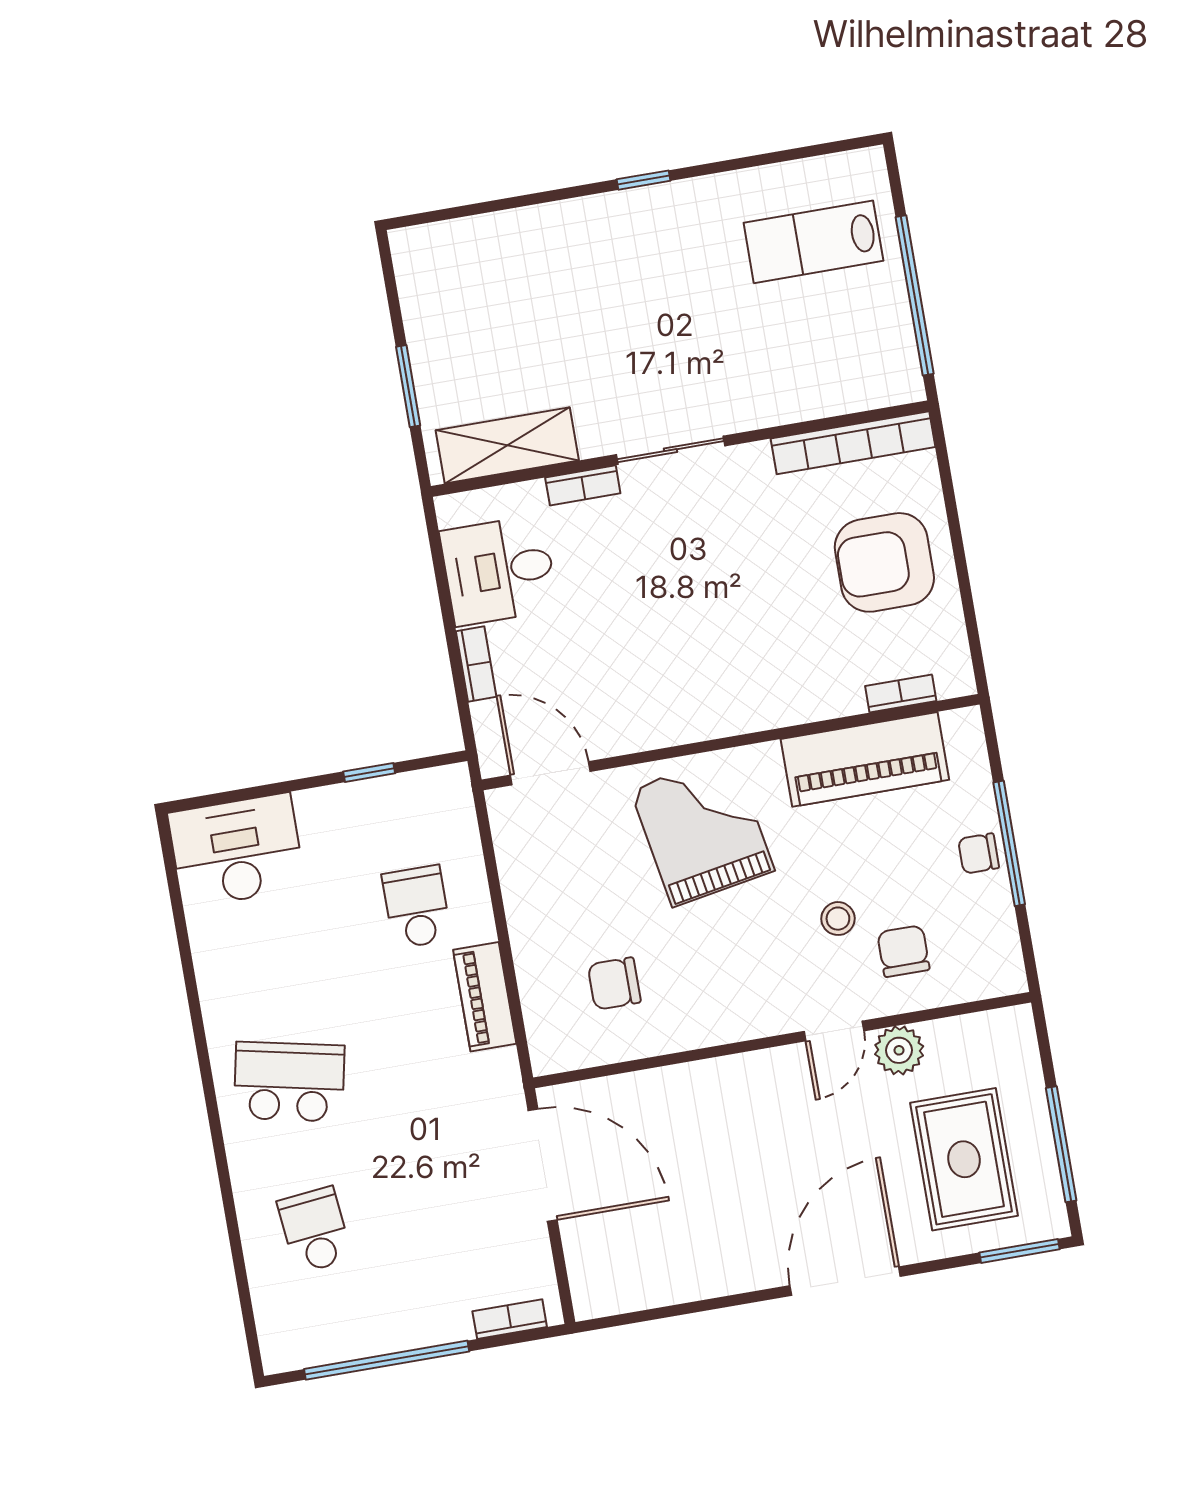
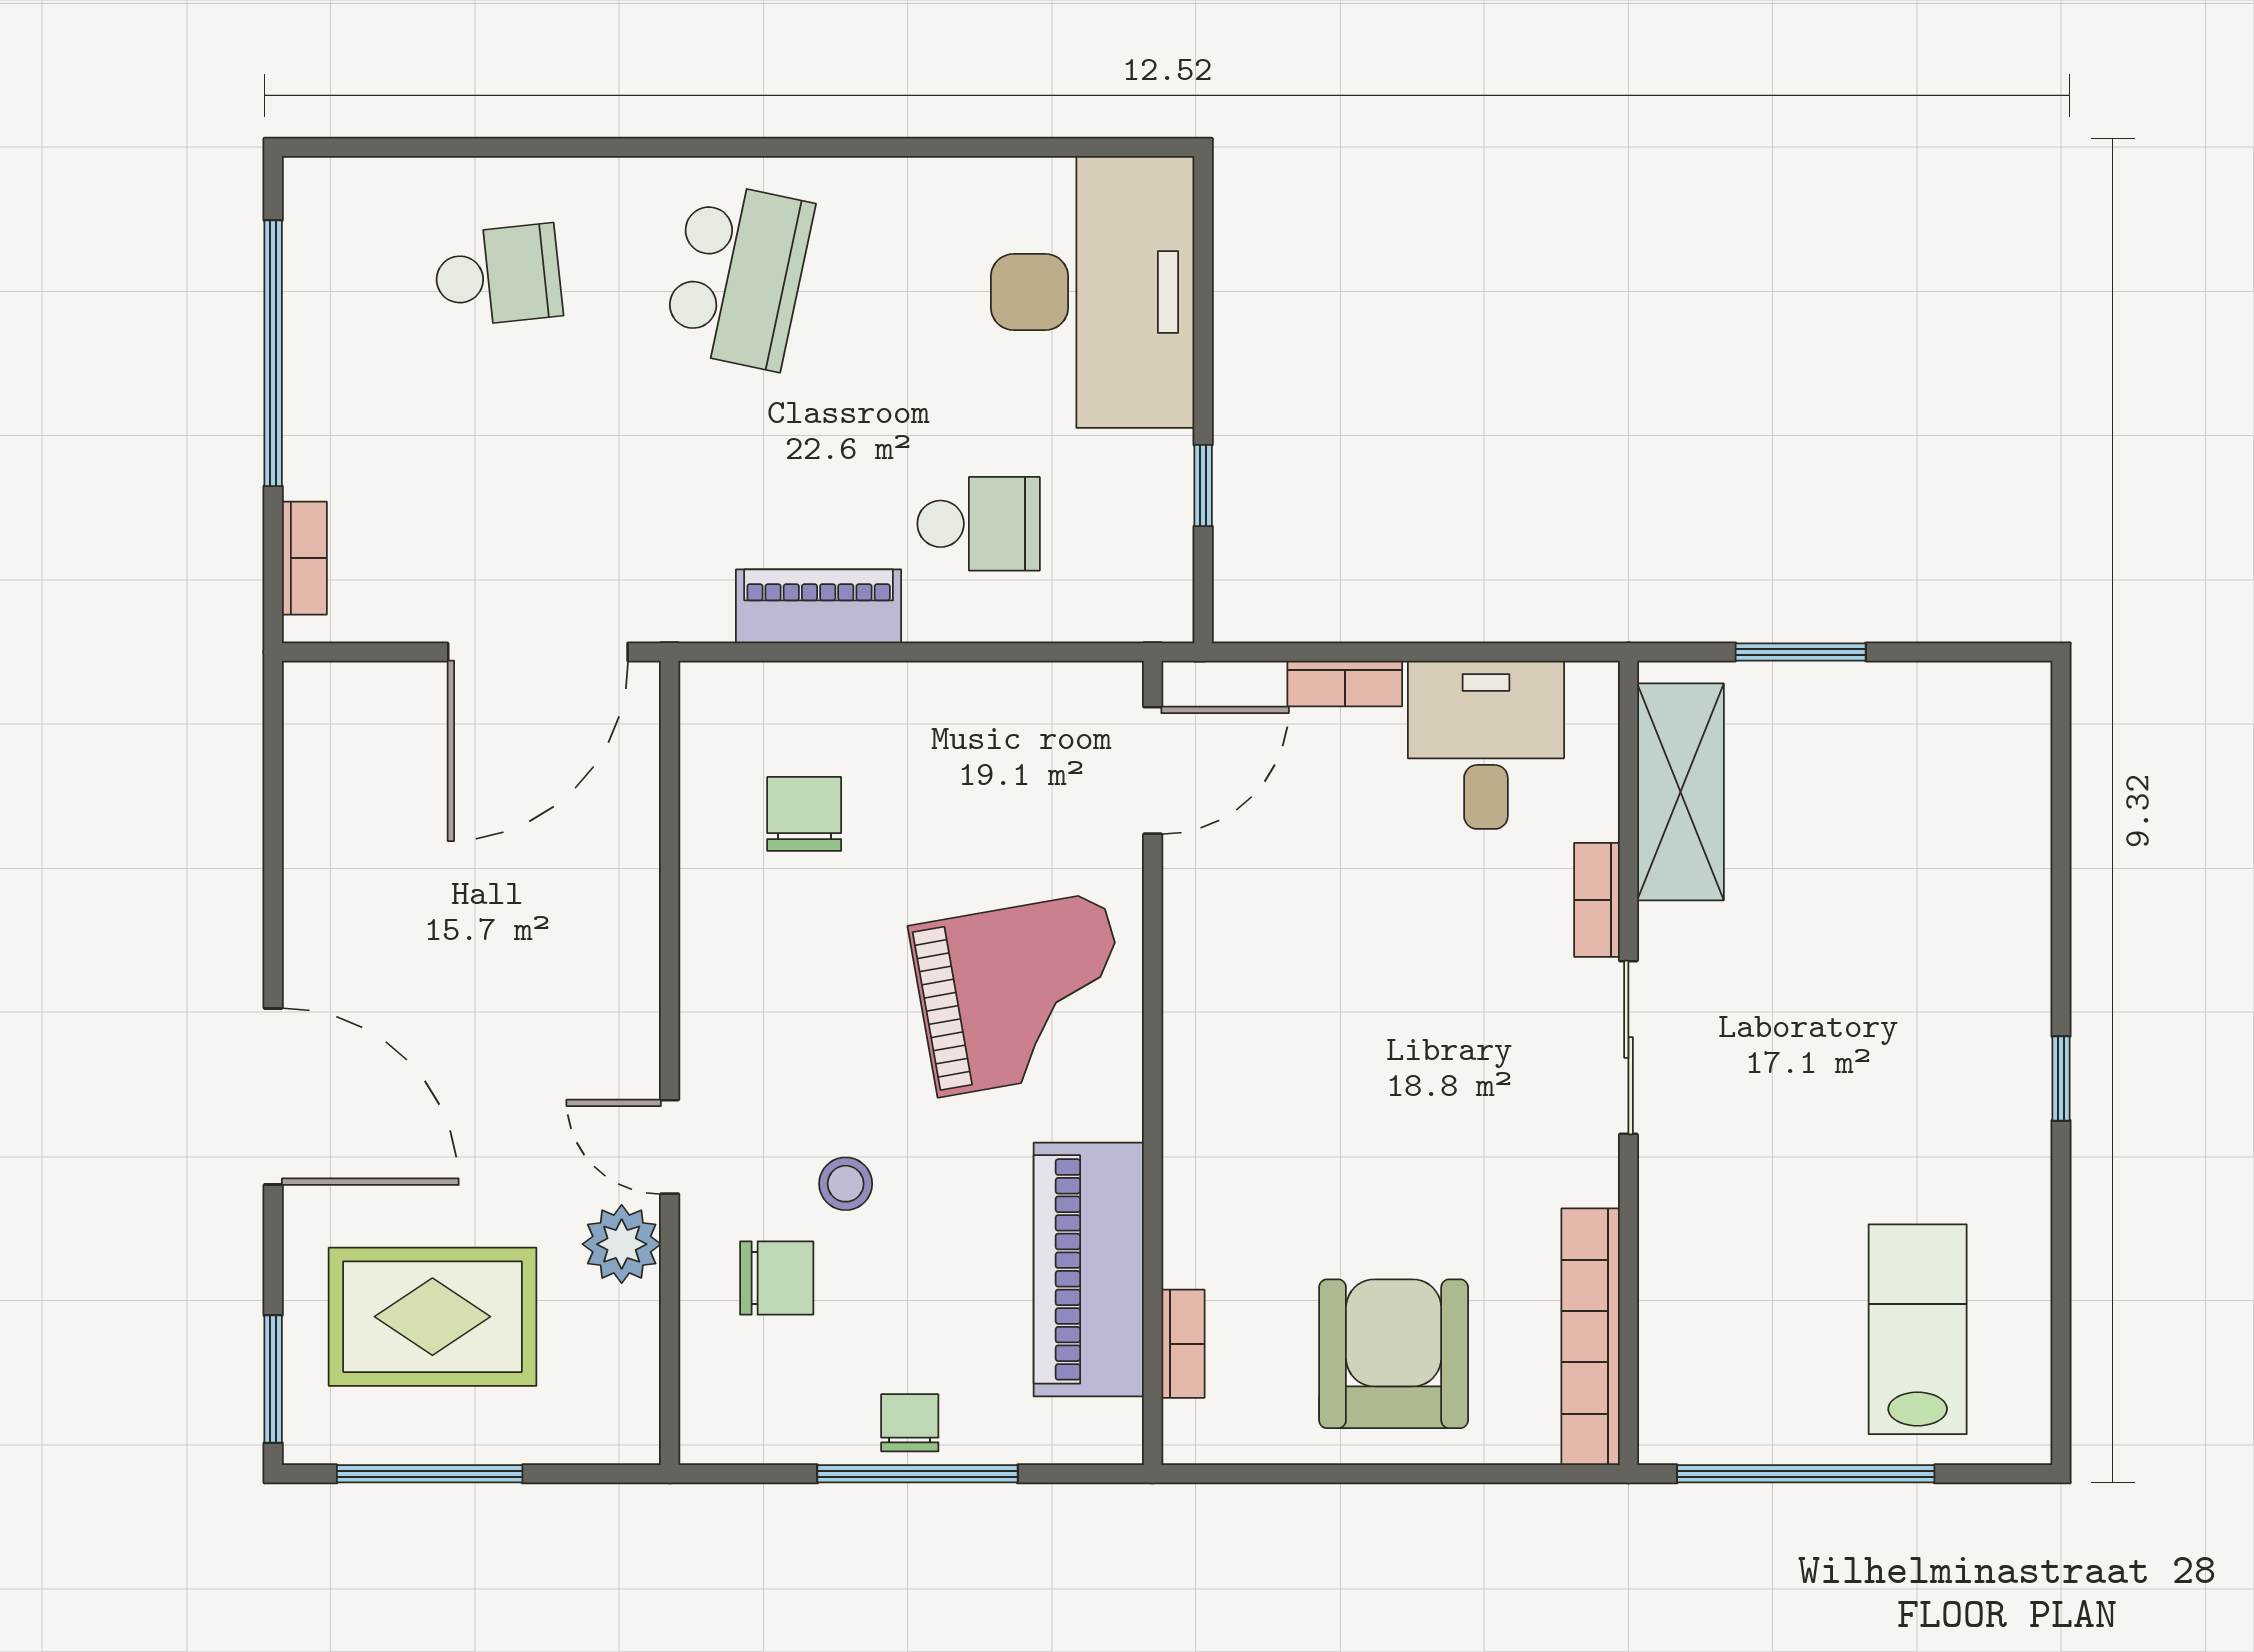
desk: (237, 851) -> (1093, 292), width x1.36, depth x1.30

